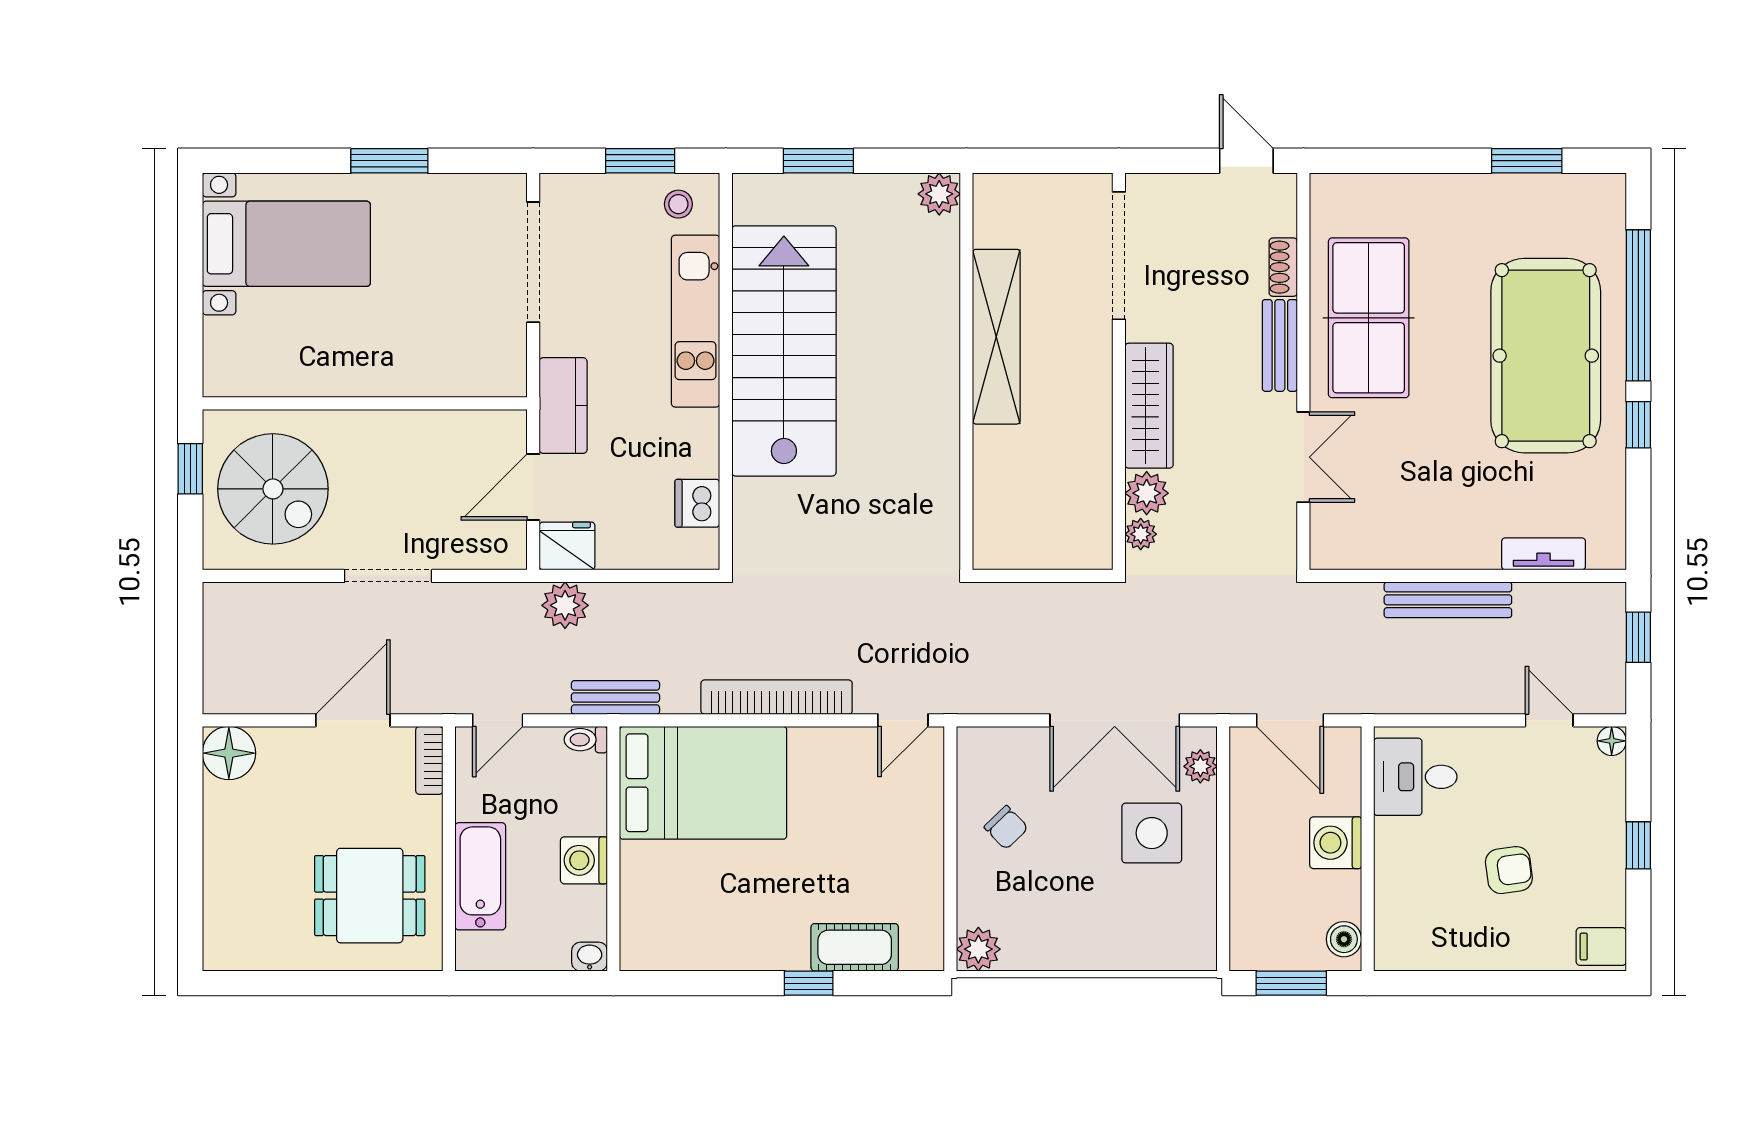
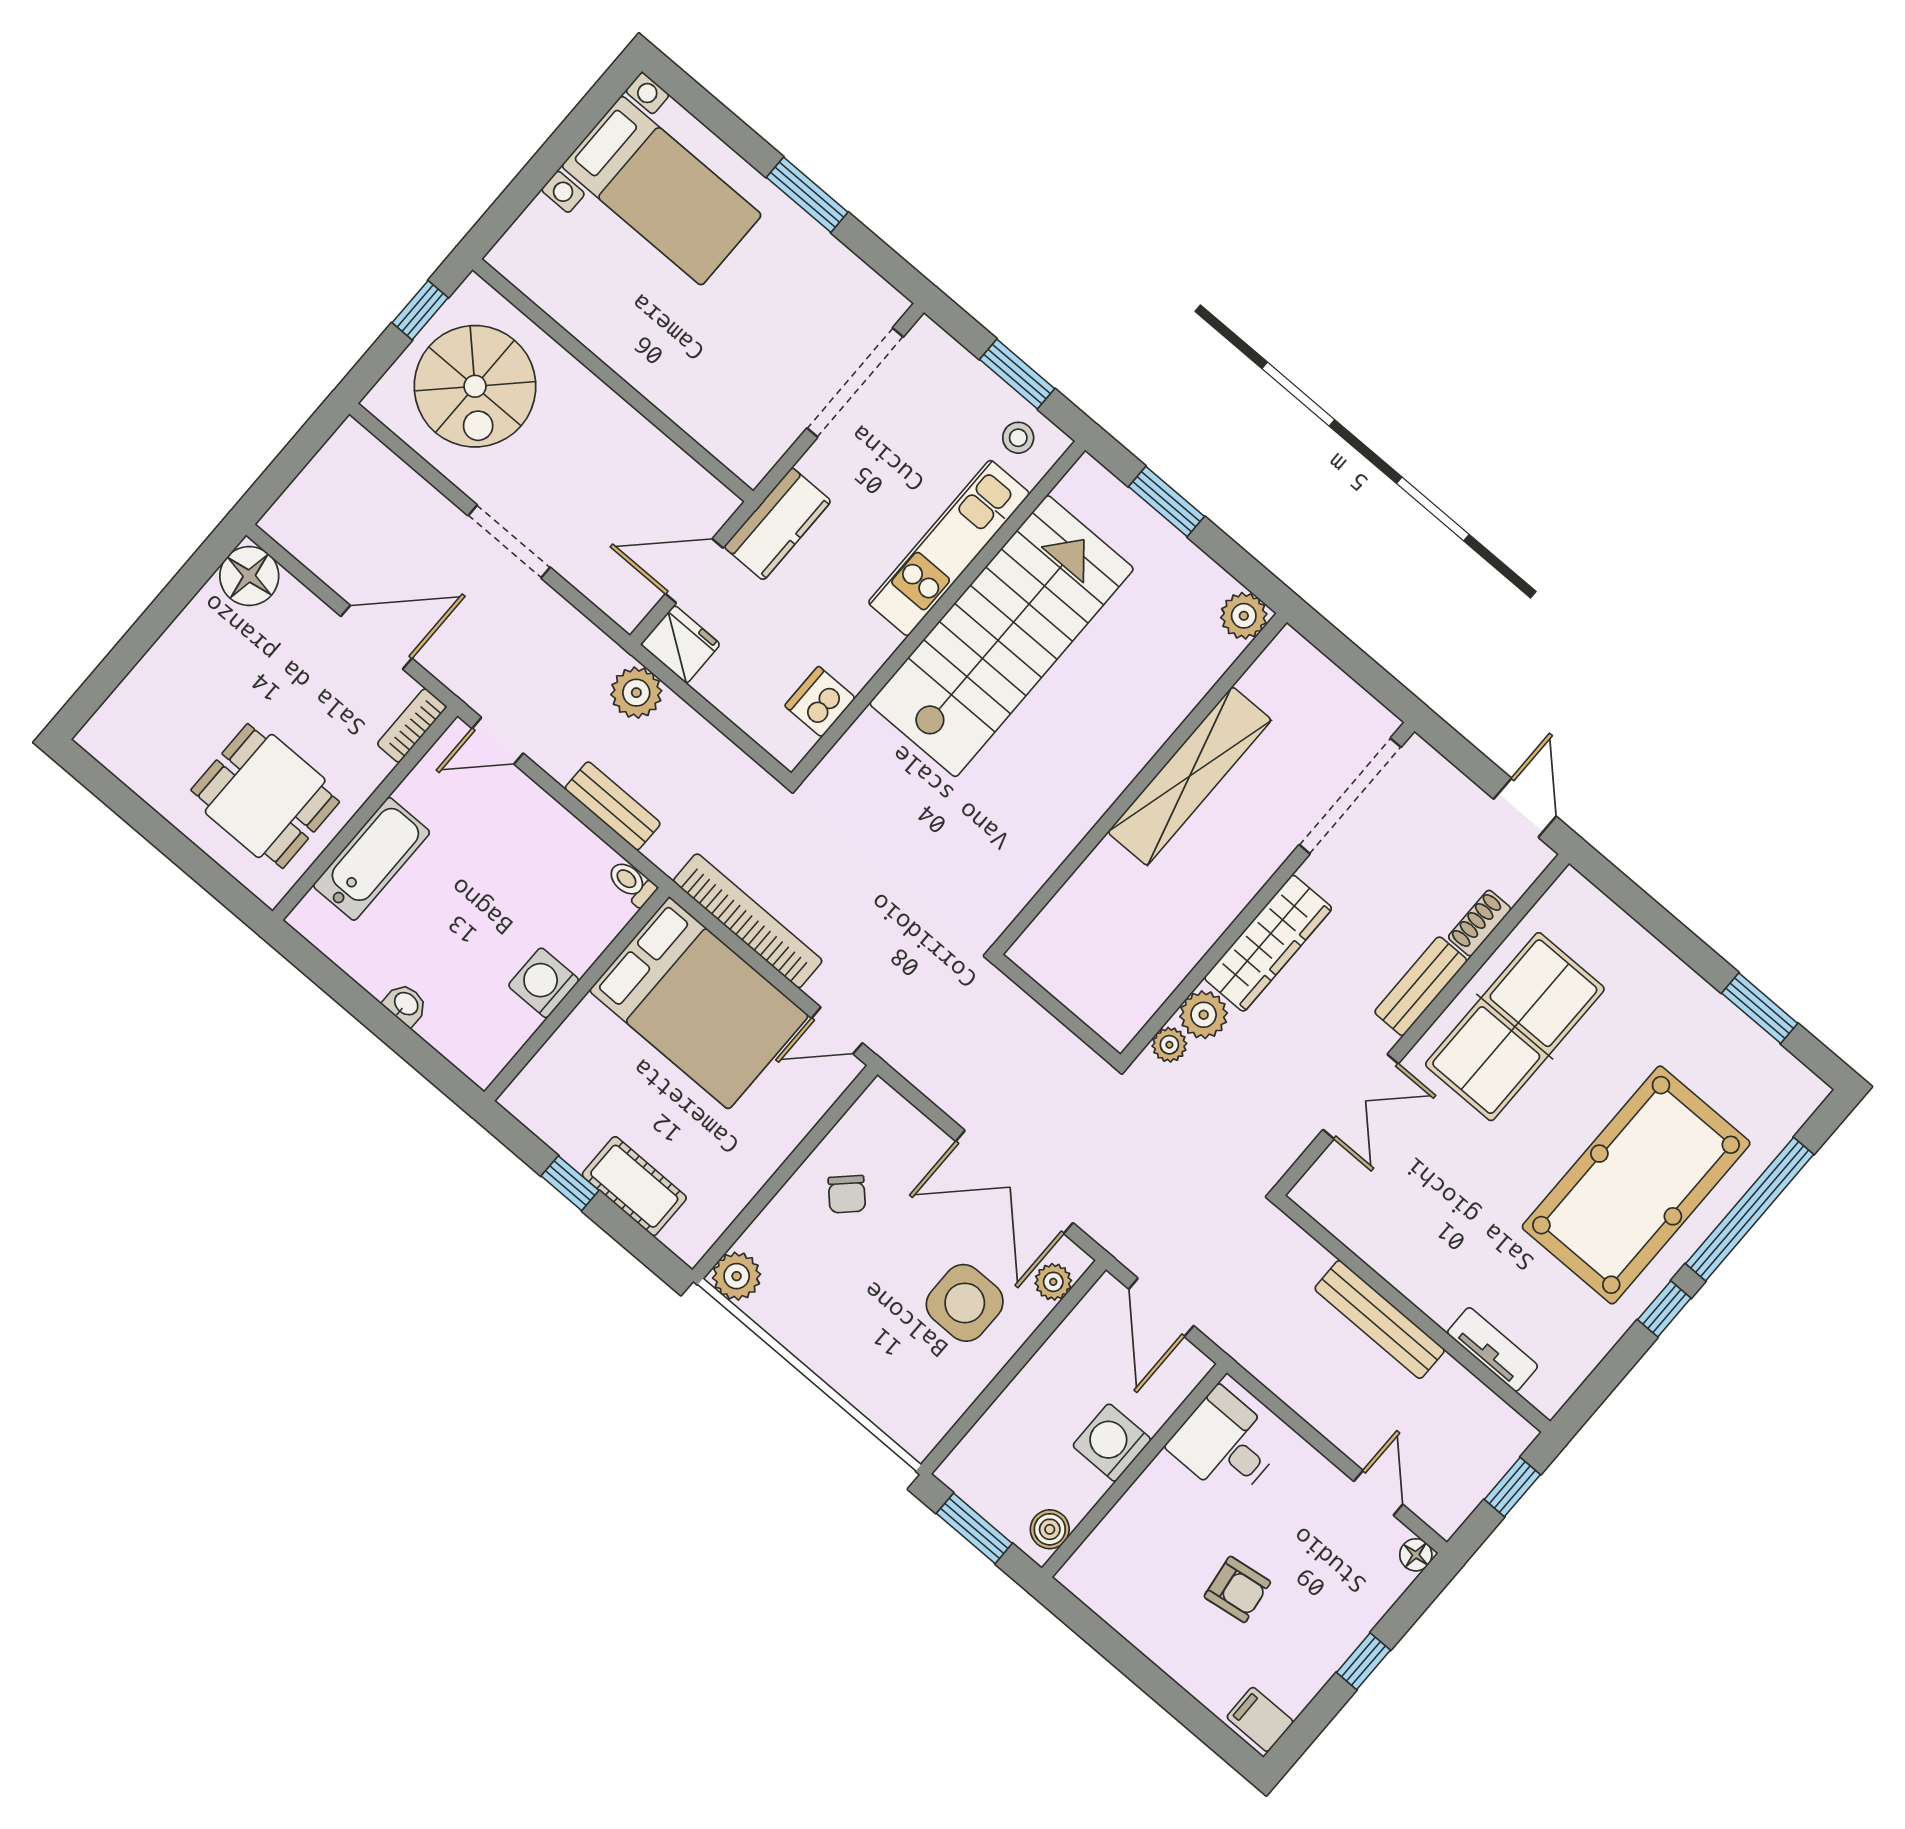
toilet: (586, 740) -> (632, 883), moved
bed: (703, 783) -> (699, 1003), moved
wall: (613, 849) -> (577, 994), moved
washing machine: (584, 860) -> (544, 983), moved

